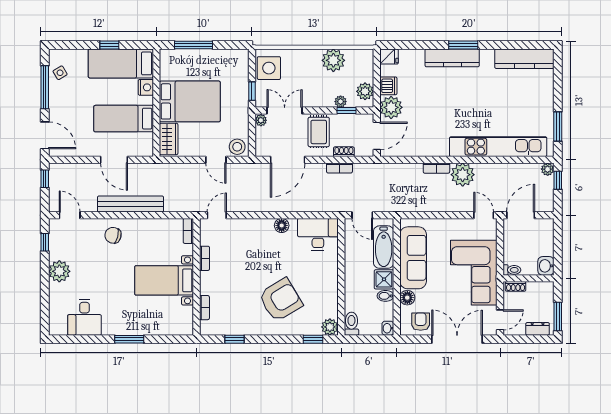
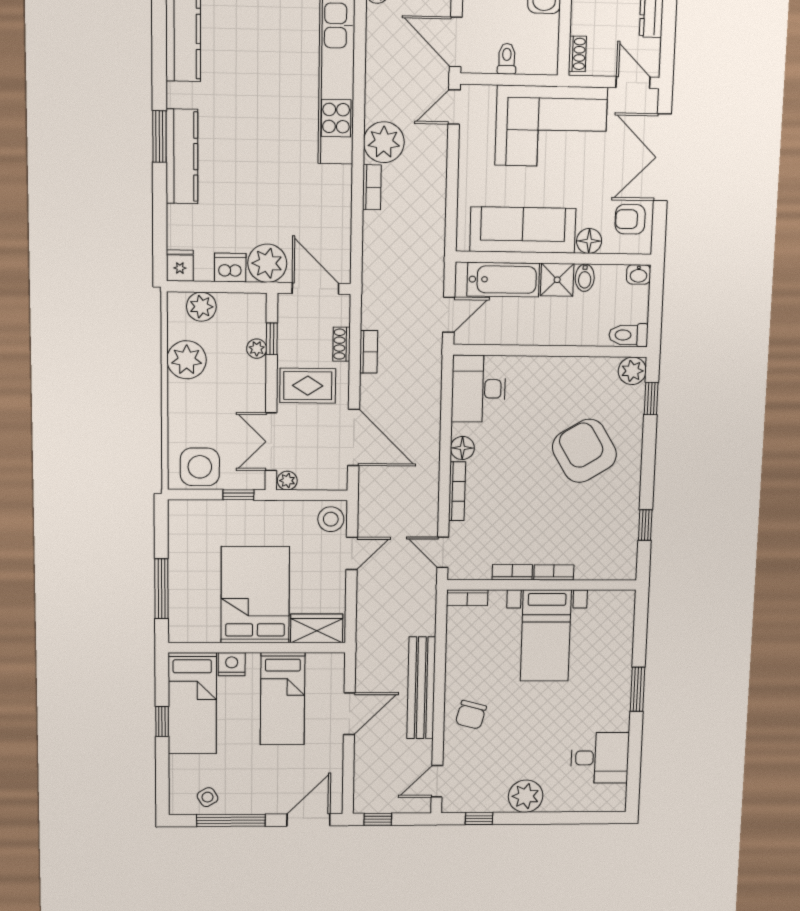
plant: (365, 91) -> (201, 307), moved
bookcase: (255, 223) -> (457, 491), added
toilet: (512, 270) -> (507, 59), moved
bookcase: (204, 308) -> (554, 572), moved

